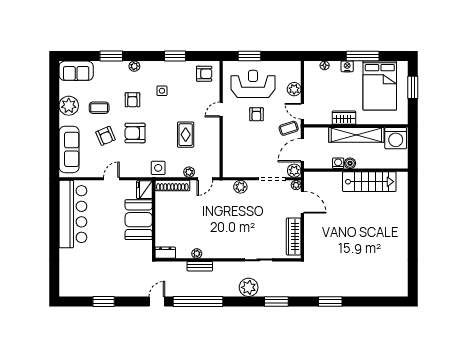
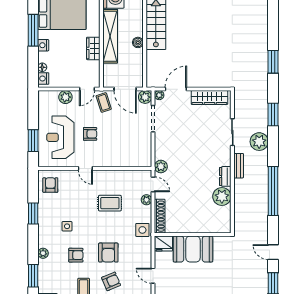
nightstand: (313, 67) -> (43, 78), added
washing machine: (338, 163) -> (138, 54), removed
plant: (240, 187) -> (161, 167), moved
dresser: (165, 253) -> (225, 176), moved
plant: (197, 254) -> (222, 196), width x1.88, depth x1.88
bench: (200, 266) -> (239, 166), moved
door: (157, 301) -> (273, 252), moved

